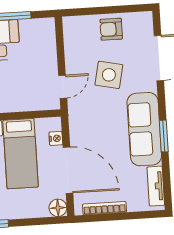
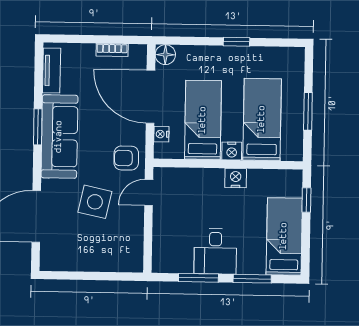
armchair: (111, 29) -> (126, 158), moved, turned 180
bookcase: (105, 208) -> (112, 50), width x0.64

